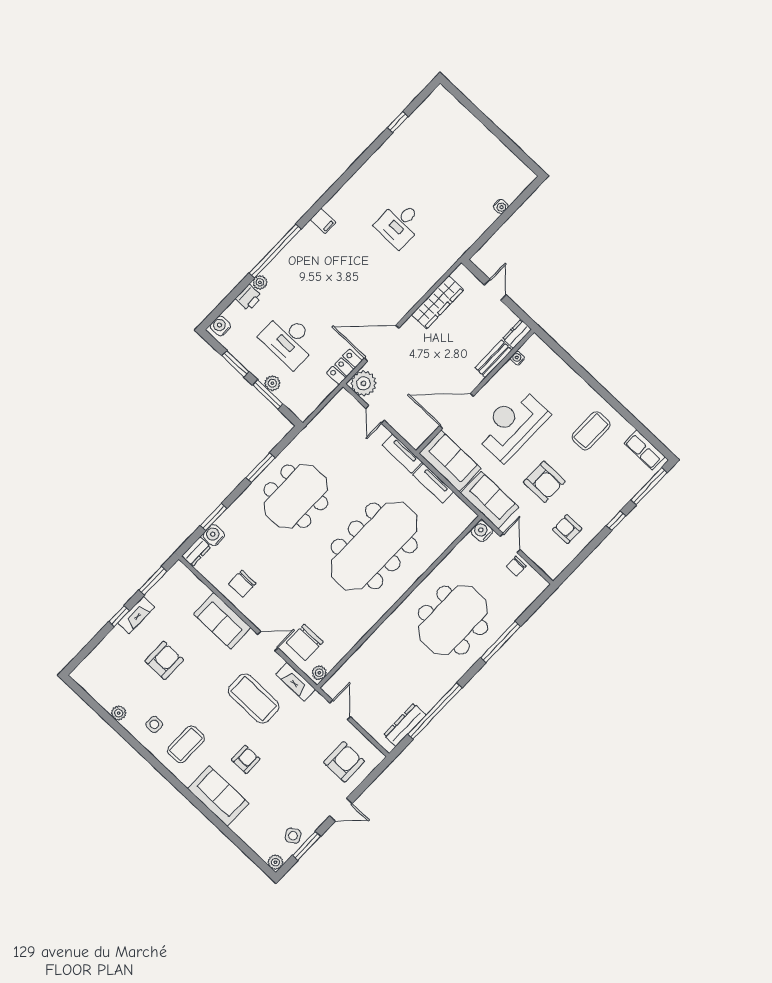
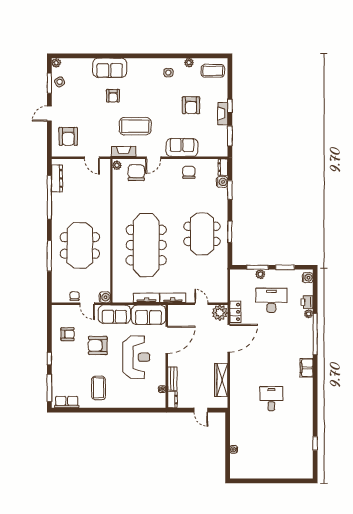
filing cabinet: (323, 221) -> (306, 368), width x2.00
coffee table: (186, 744) -> (213, 71), moved, turned 90

